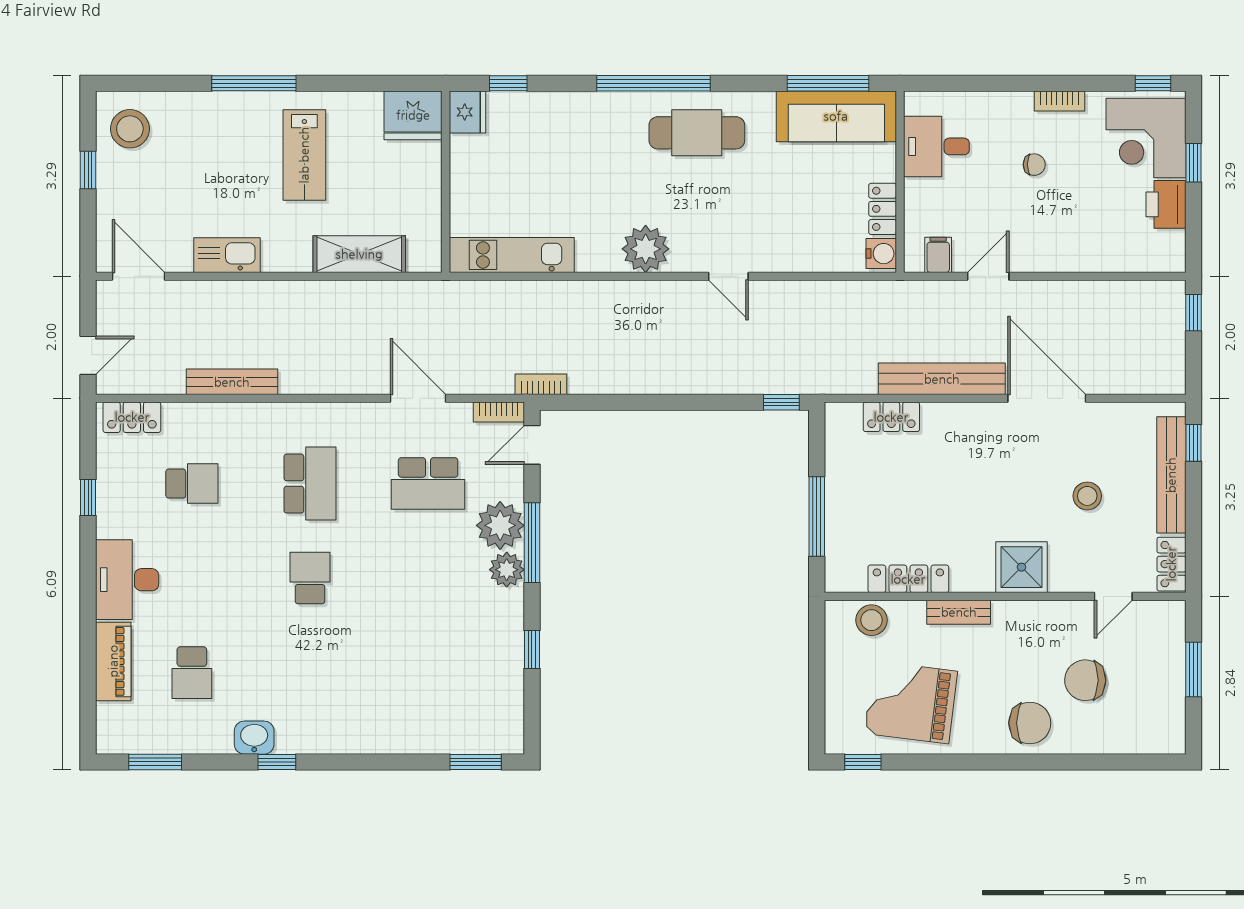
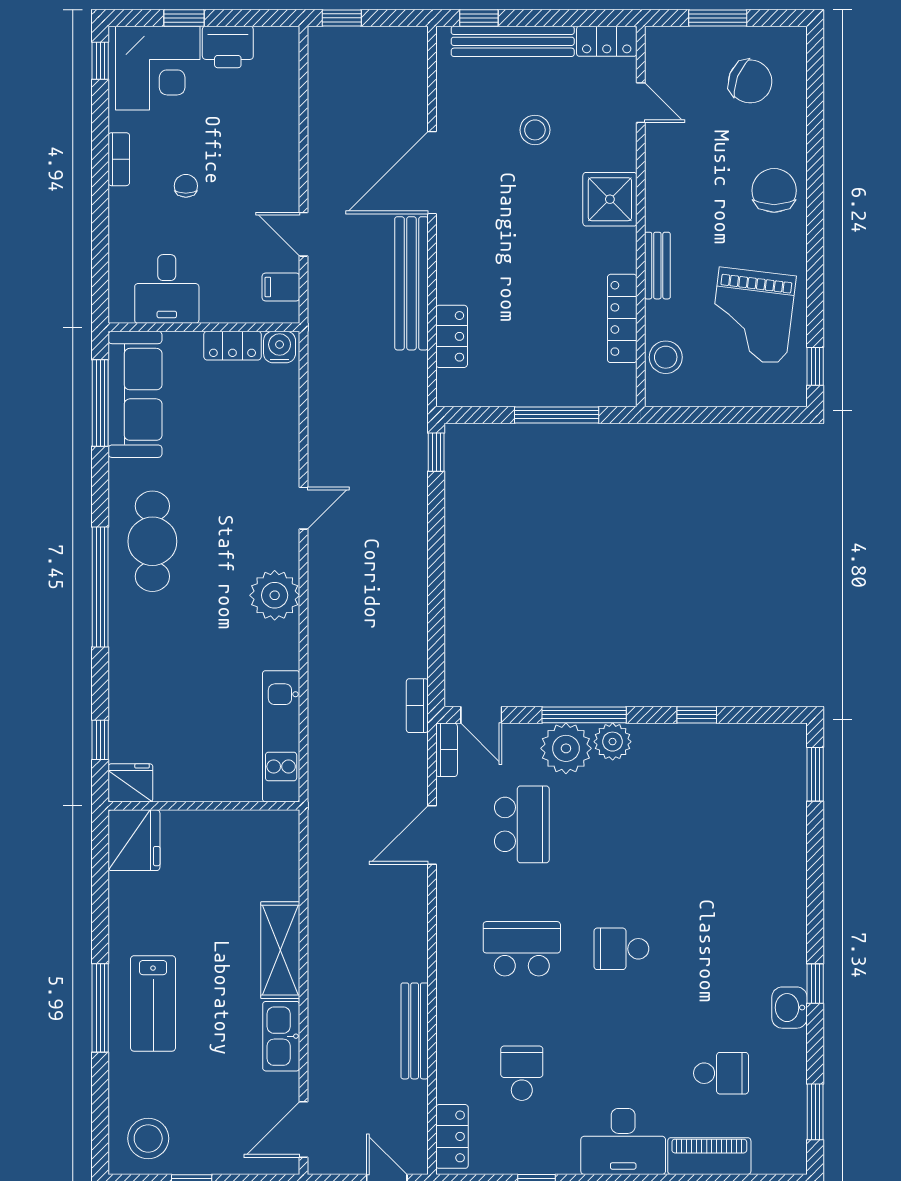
lab bench: (304, 155) -> (153, 1003), moved, turned 90
shelving: (359, 254) -> (280, 950), moved
chair: (1085, 680) -> (750, 81), moved, turned -69

